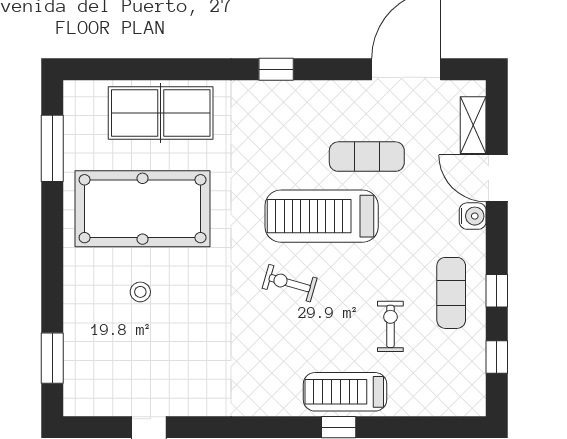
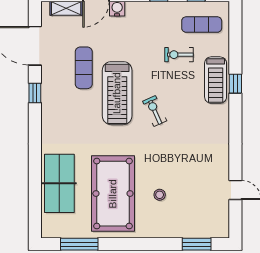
window: (276, 69) -> (35, 93), moved
exercise bike: (290, 283) -> (155, 111), turned 140
exercise mat: (451, 293) -> (202, 25), moved

